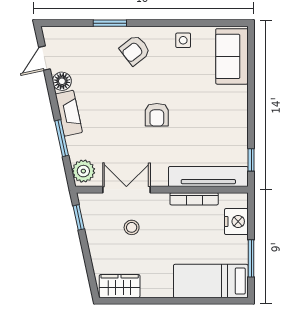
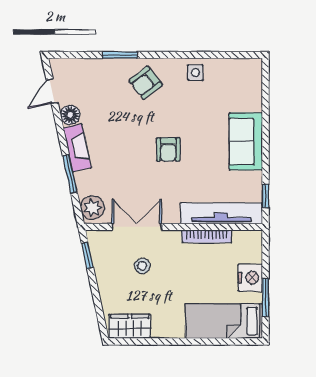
sofa: (232, 56) -> (246, 141), moved
nightstand: (236, 222) -> (250, 278), moved

